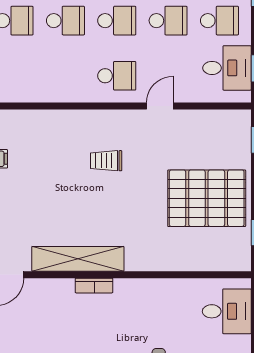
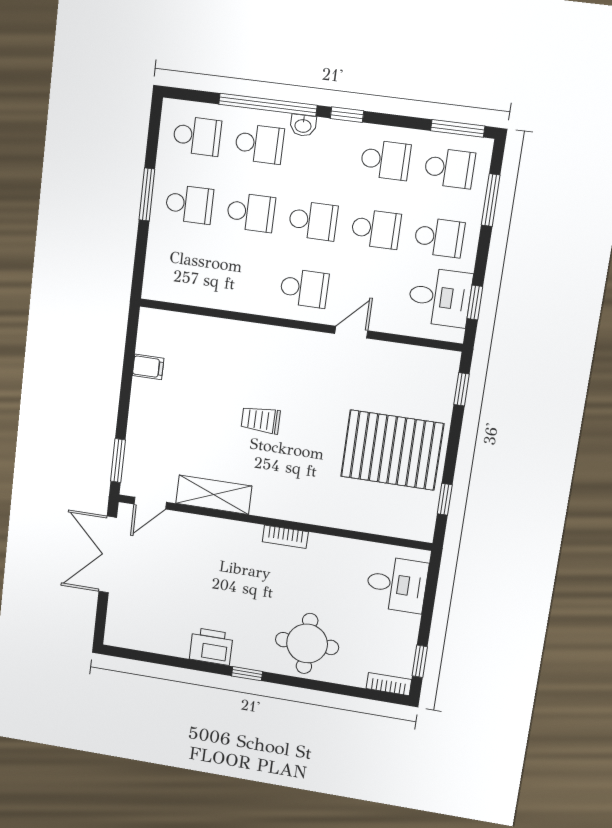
trolley: (106, 161) -> (261, 420), moved
shelving: (78, 259) -> (214, 495), width x0.68
bookcase: (94, 286) -> (285, 537), moved

